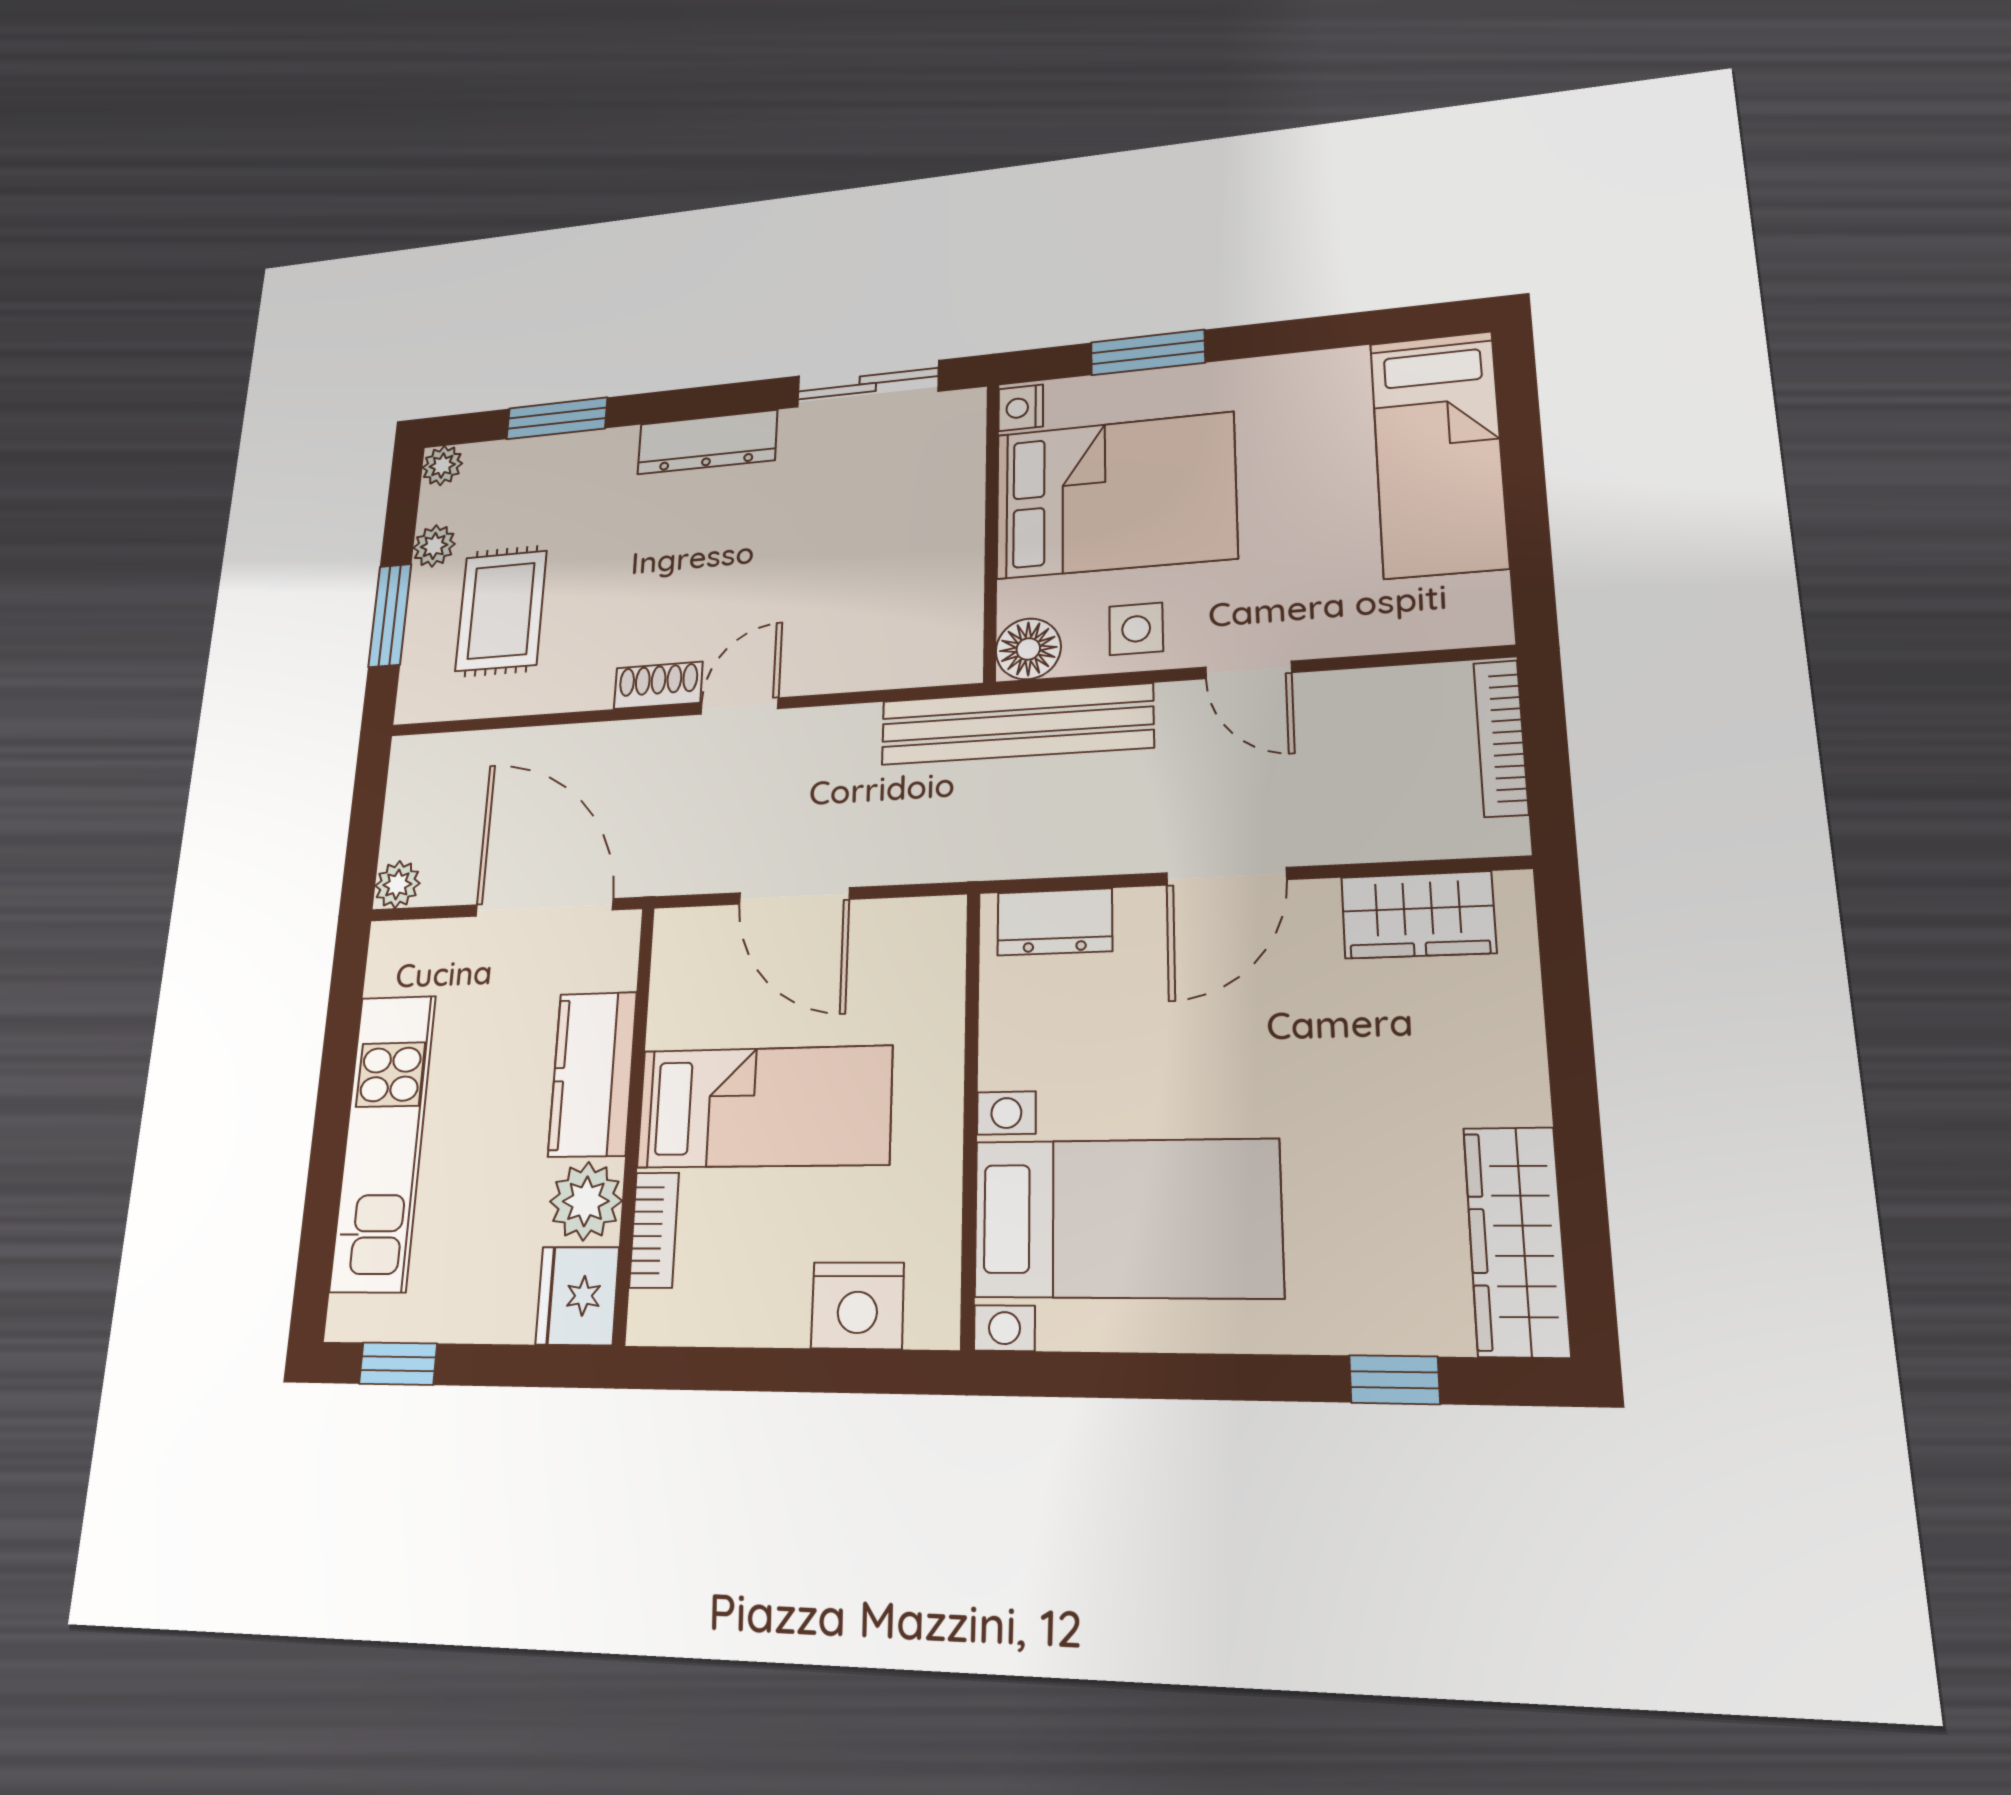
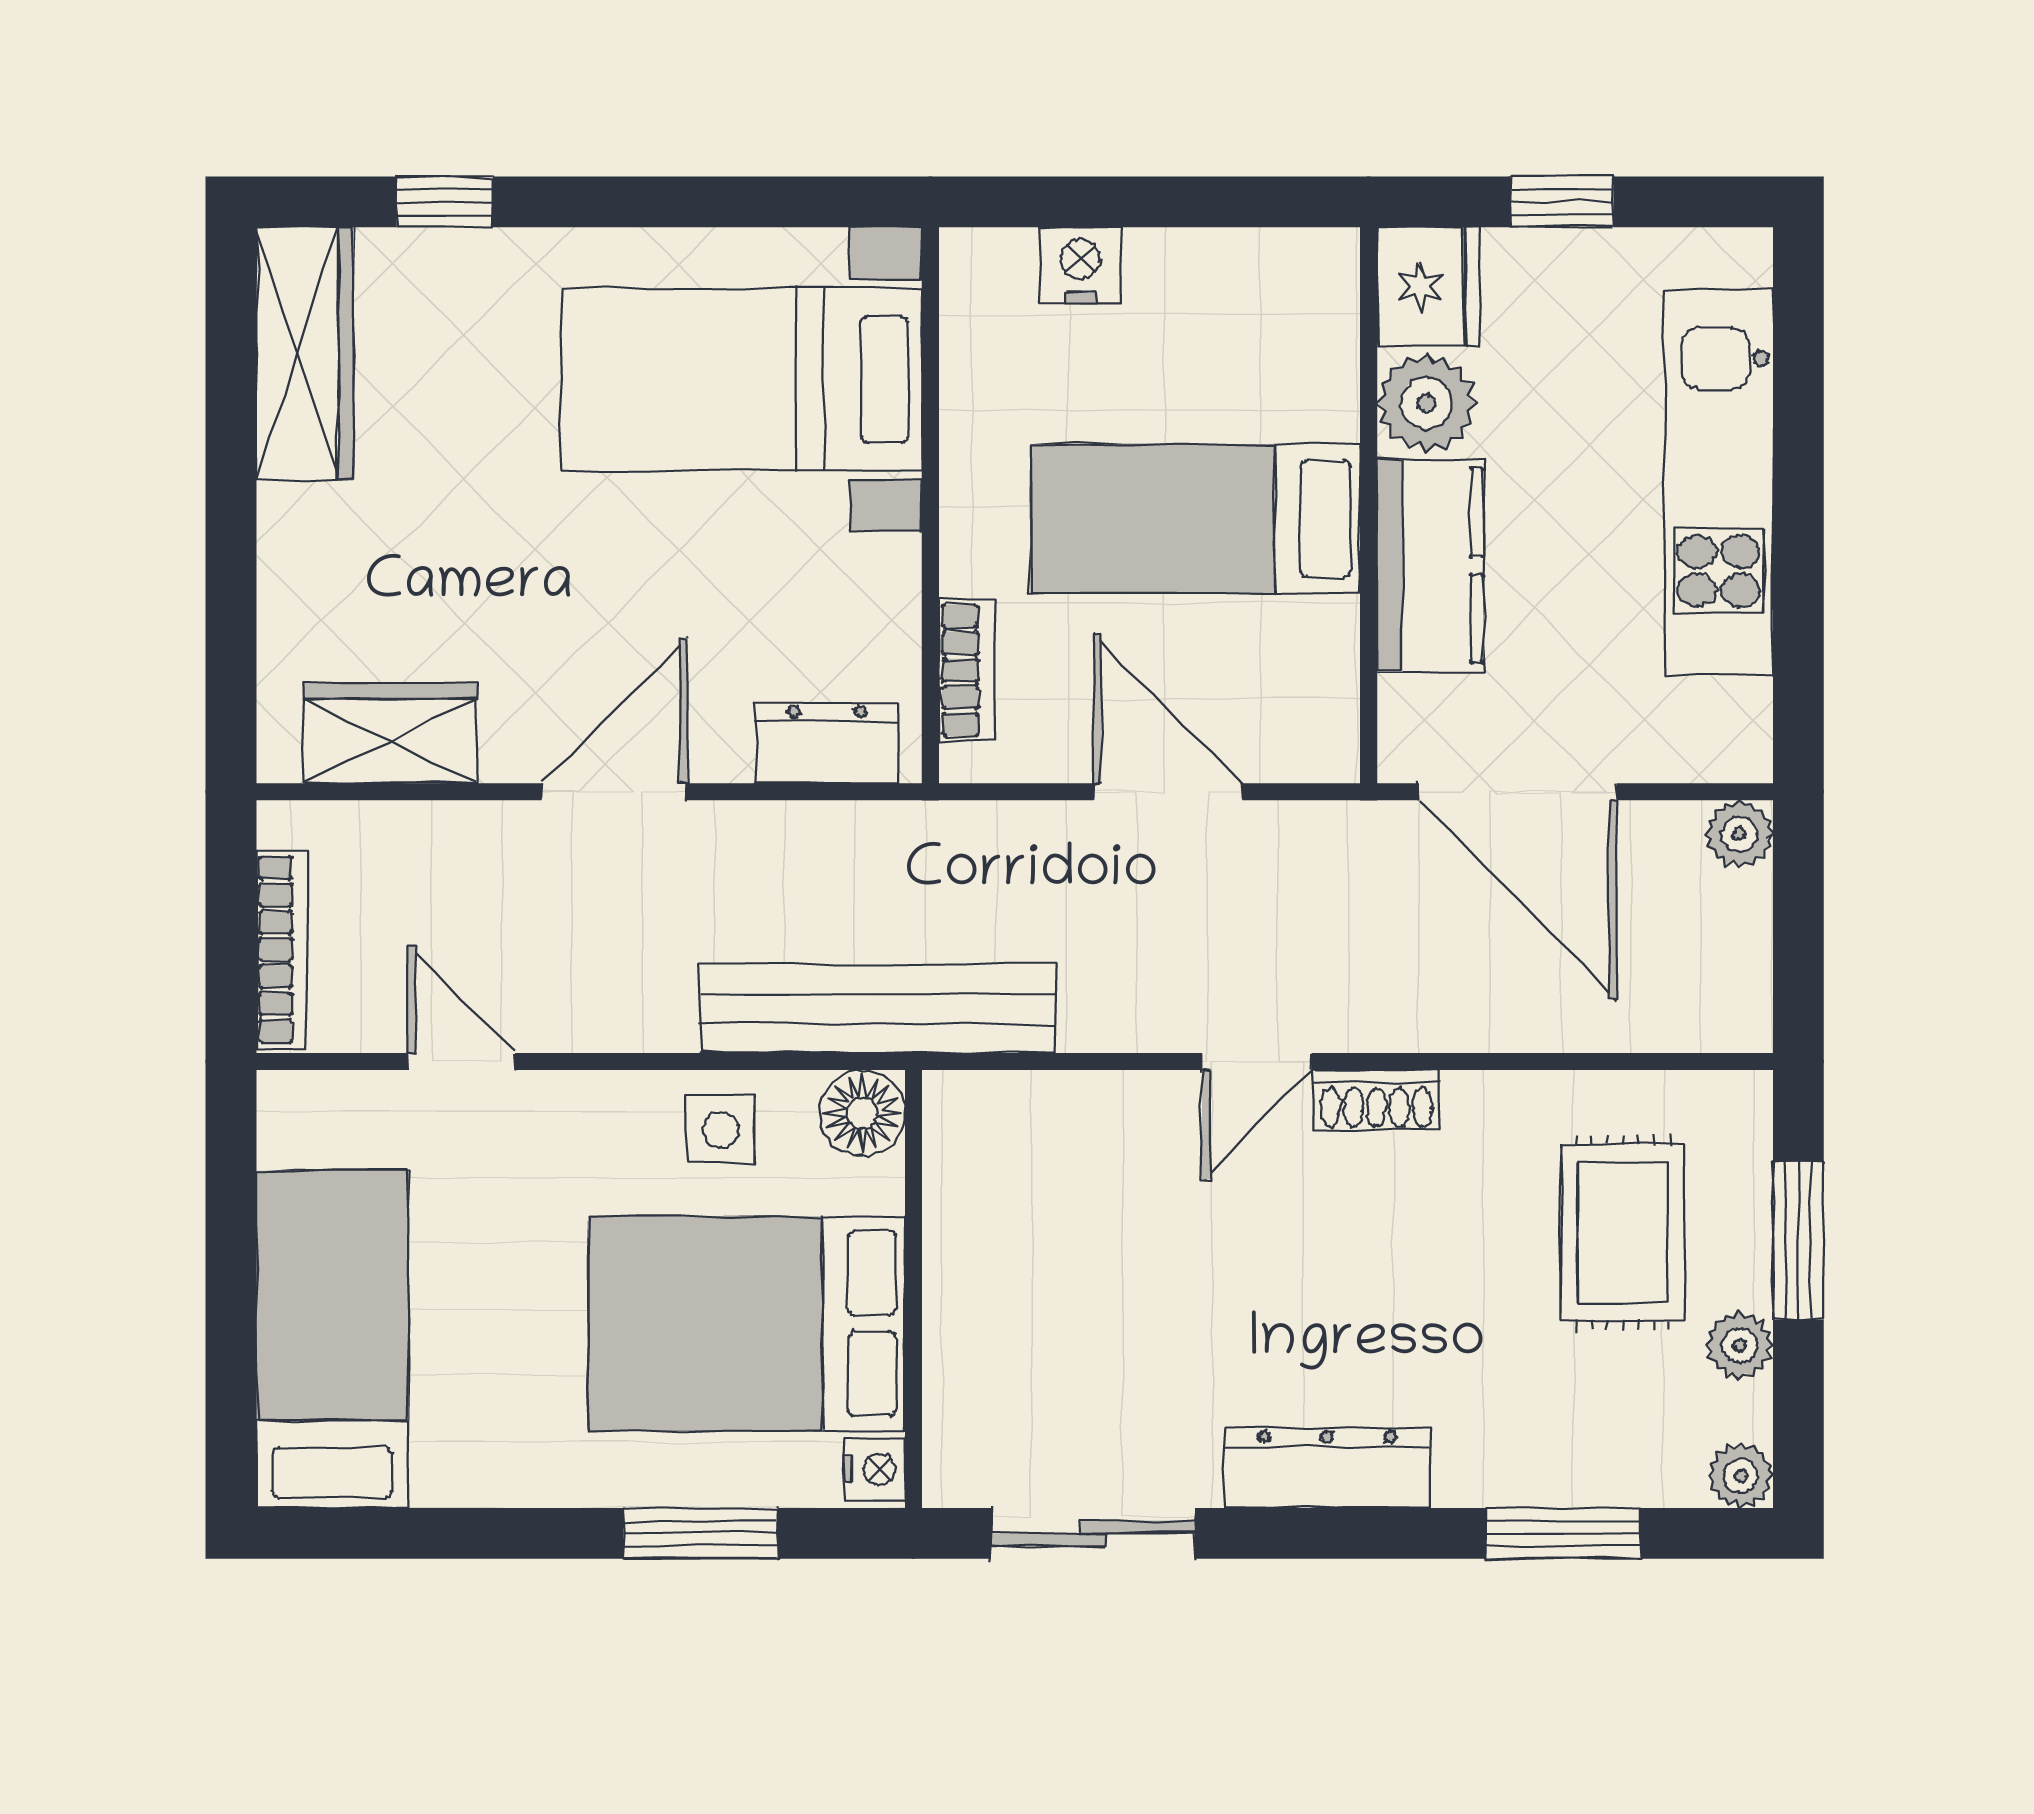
door: (1248, 670) -> (462, 1061), moved
bookcase: (654, 1230) -> (967, 670), moved, turned 180
nightstand: (858, 1305) -> (1081, 265), width x0.74, depth x0.75
window: (398, 1364) -> (1562, 202), moved

